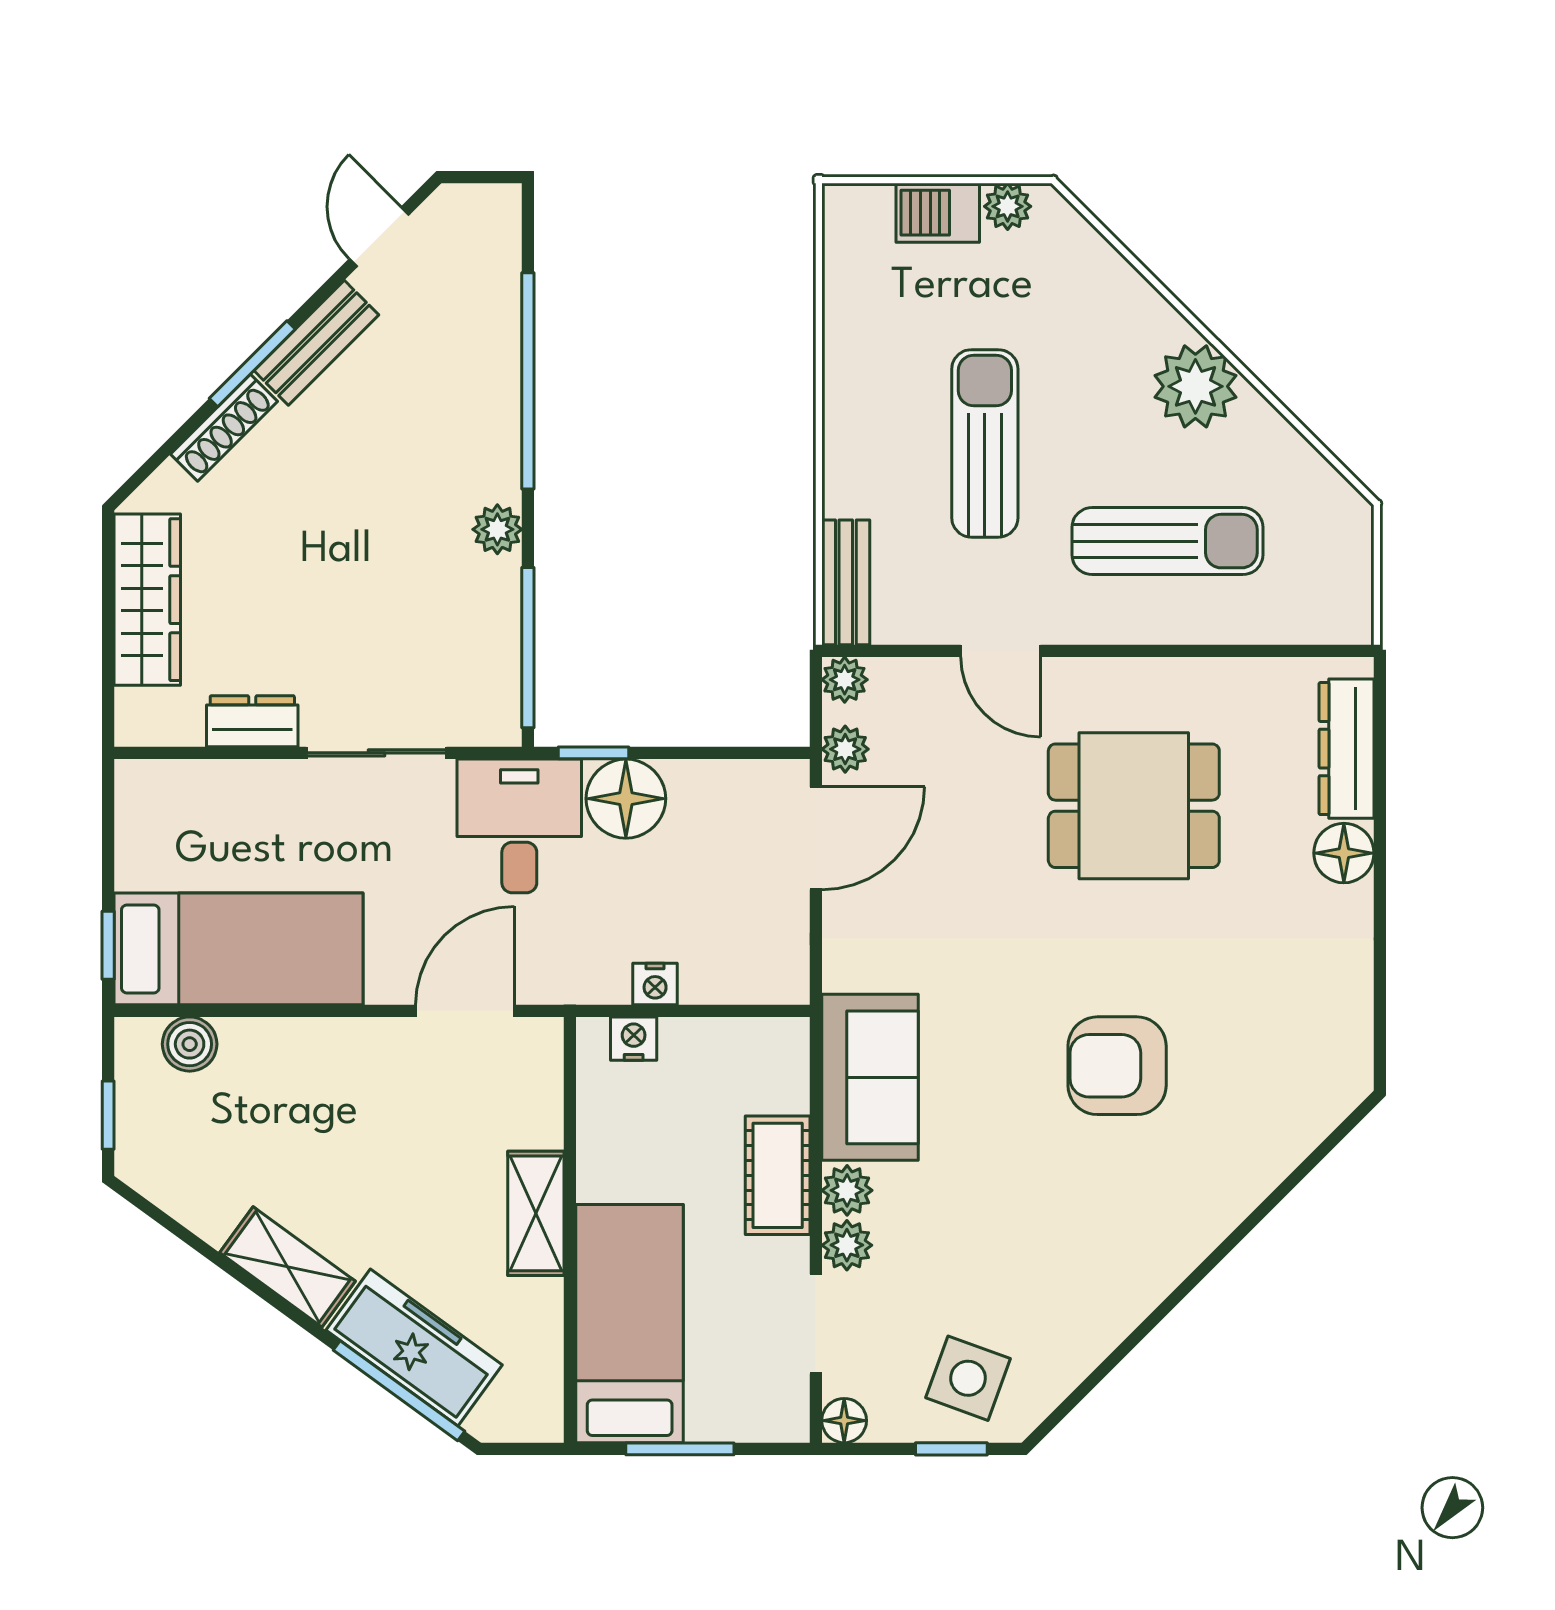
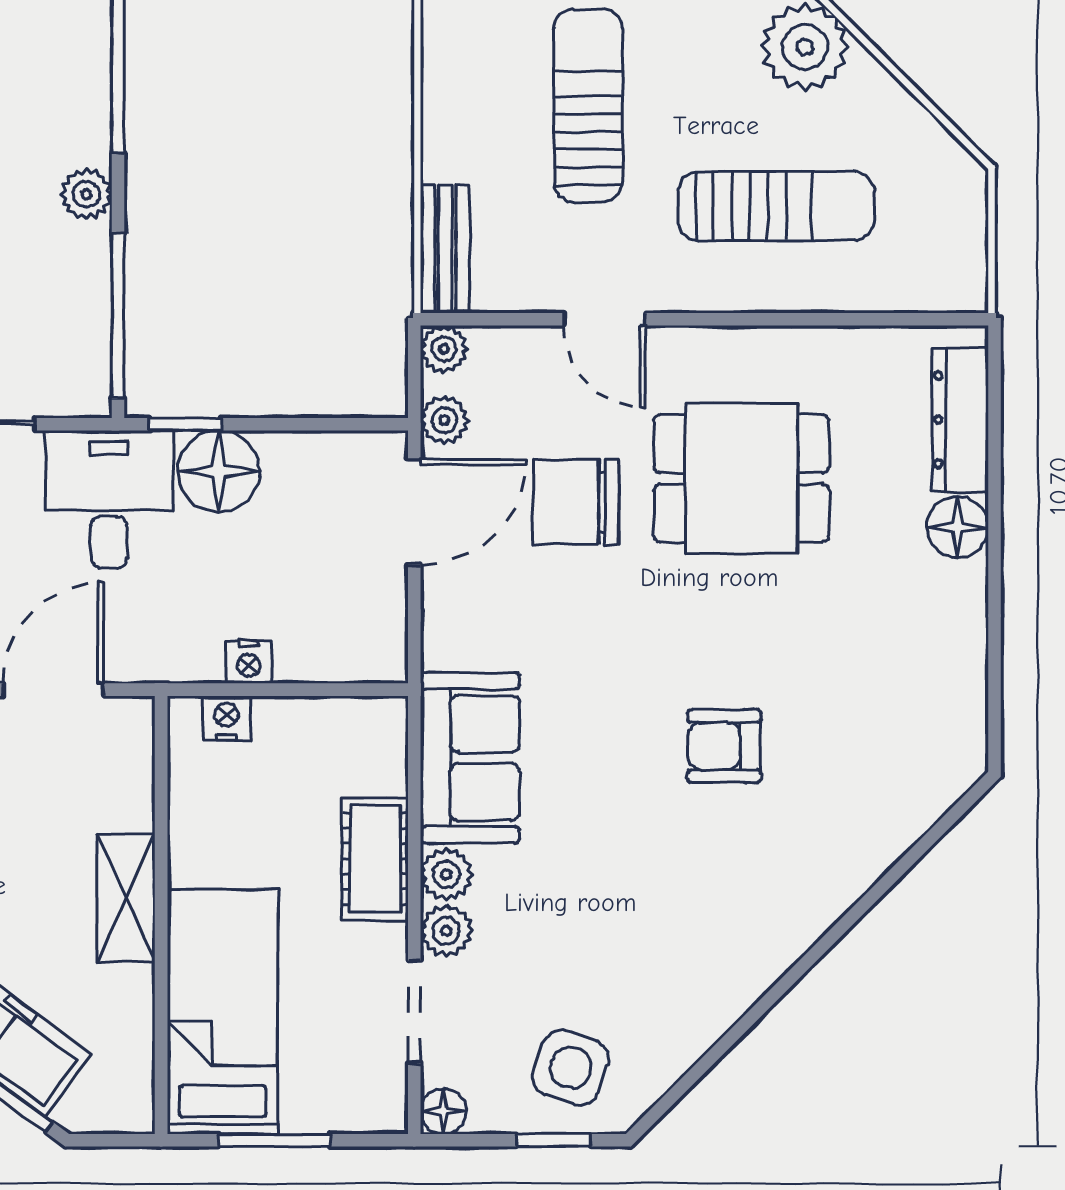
chair: (973, 829) -> (576, 502), added
armchair: (1117, 1066) -> (724, 746), width x0.72, depth x0.72

